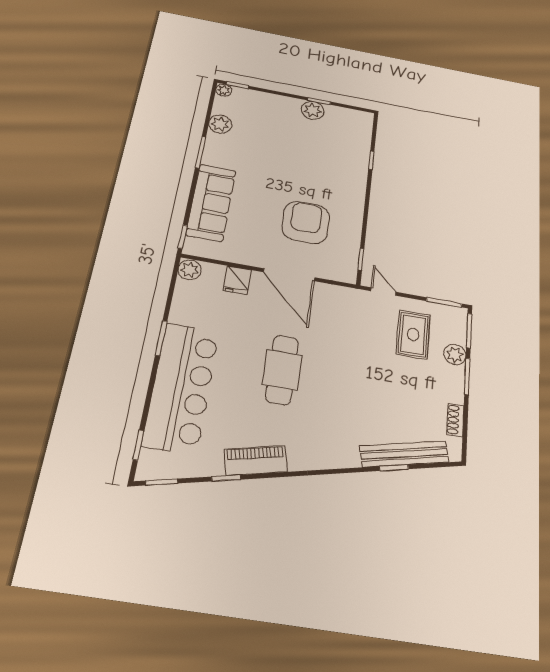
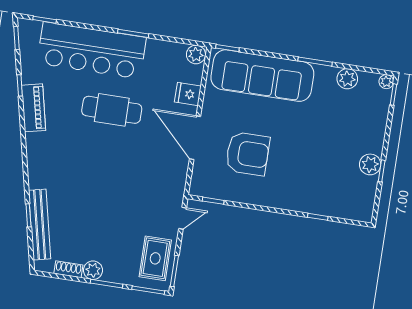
sofa: (211, 202) -> (262, 76), width x1.36, depth x1.27
door: (289, 275) -> (195, 138), hinge flipped
rug: (413, 335) -> (155, 258), moved, turned 90
plant: (455, 354) -> (93, 270), moved
cafe table: (282, 370) -> (112, 110), moved

